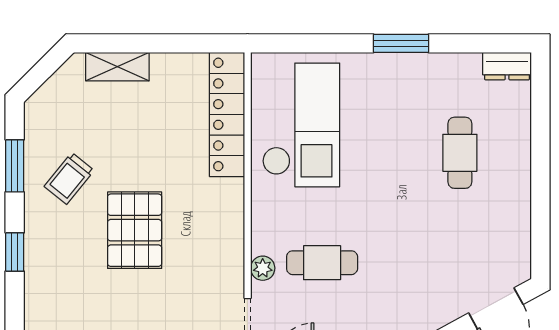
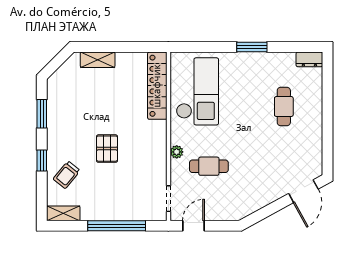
trolley: (69, 178) -> (67, 175), moved
pallet: (135, 230) -> (107, 149), width x0.67, depth x0.71
plant: (263, 268) -> (177, 152), moved

